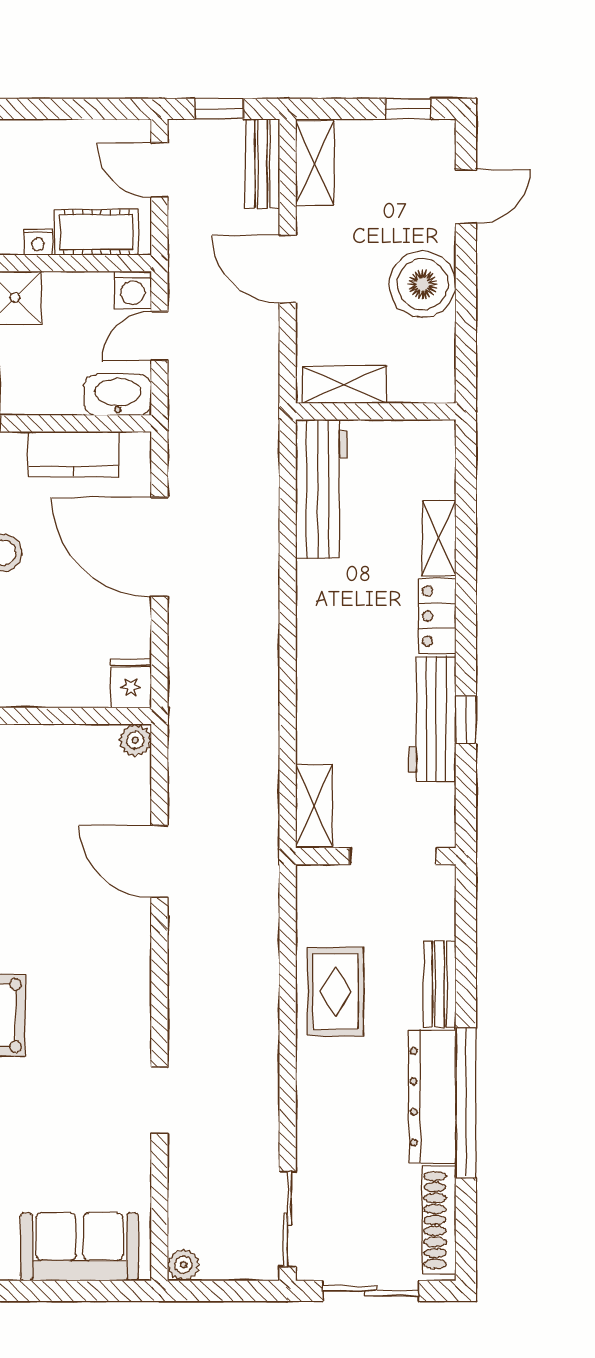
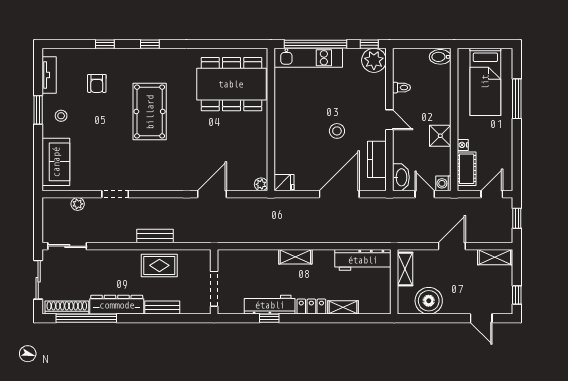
bench: (263, 164) -> (155, 236), moved
boiler: (423, 284) -> (429, 301), moved
shelving: (314, 805) -> (295, 257), moved
window: (466, 1103) -> (86, 318), moved
plant: (184, 1265) -> (78, 204), moved

